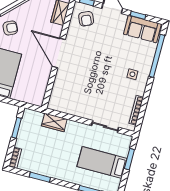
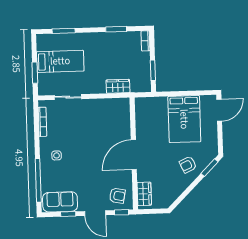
armchair: (86, 19) -> (117, 196), turned 125
door: (59, 53) -> (134, 155), swing flipped

